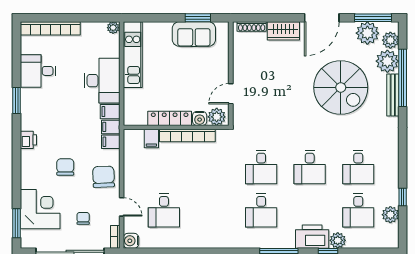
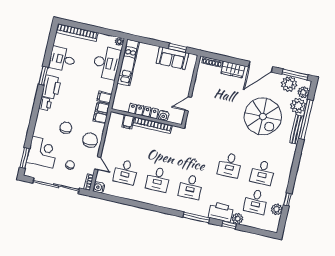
desk: (102, 81) -> (107, 63), moved
printer: (32, 114) -> (51, 87), added
plant: (217, 117) -> (175, 117), removed
desk: (261, 167) -> (158, 179), moved

